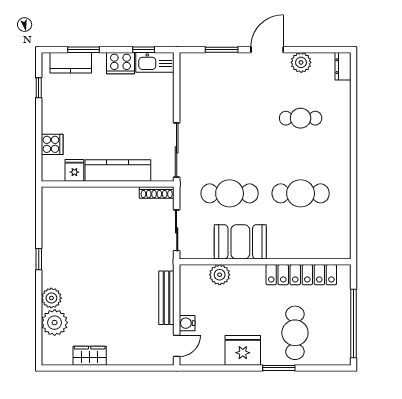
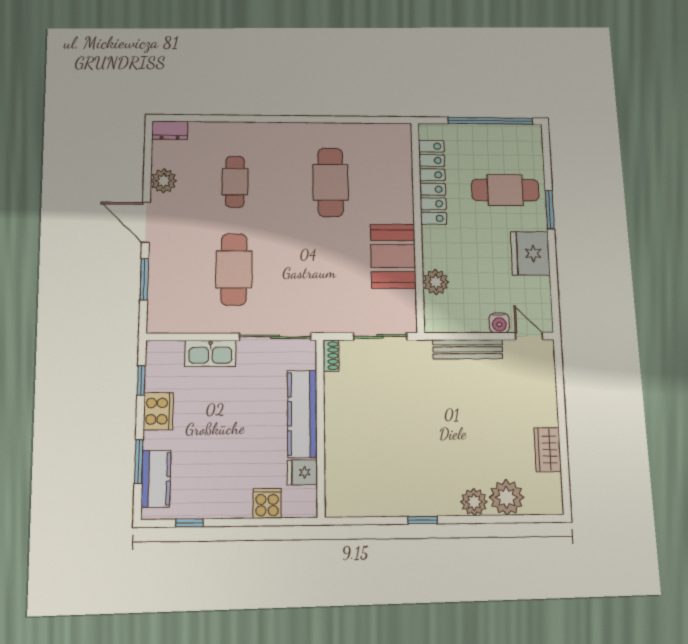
kitchen sink: (155, 62) -> (210, 353), moved, turned 90
shoe rack: (157, 193) -> (331, 356), width x0.70
cafe table: (230, 193) -> (234, 269), moved

